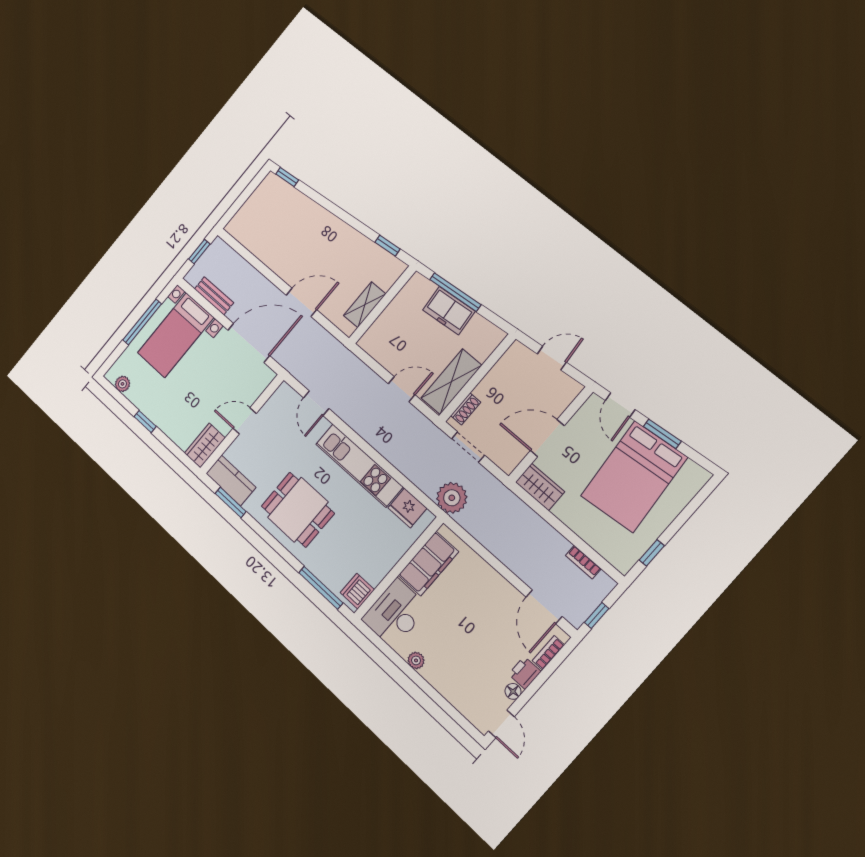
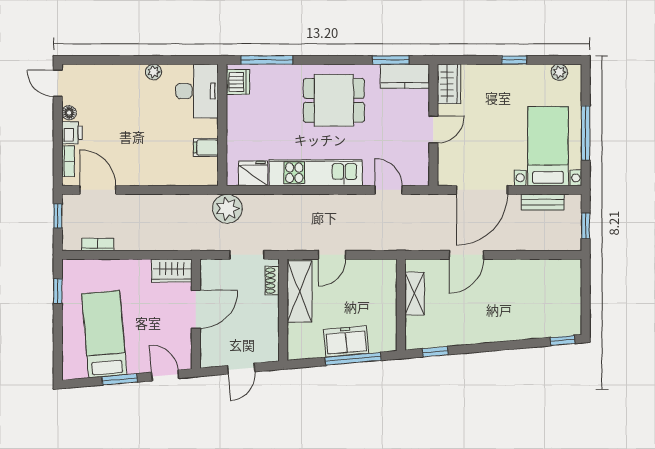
bed: (634, 477) -> (104, 334), width x0.67
filing cabinet: (428, 564) -> (206, 147), width x0.33, depth x0.86

